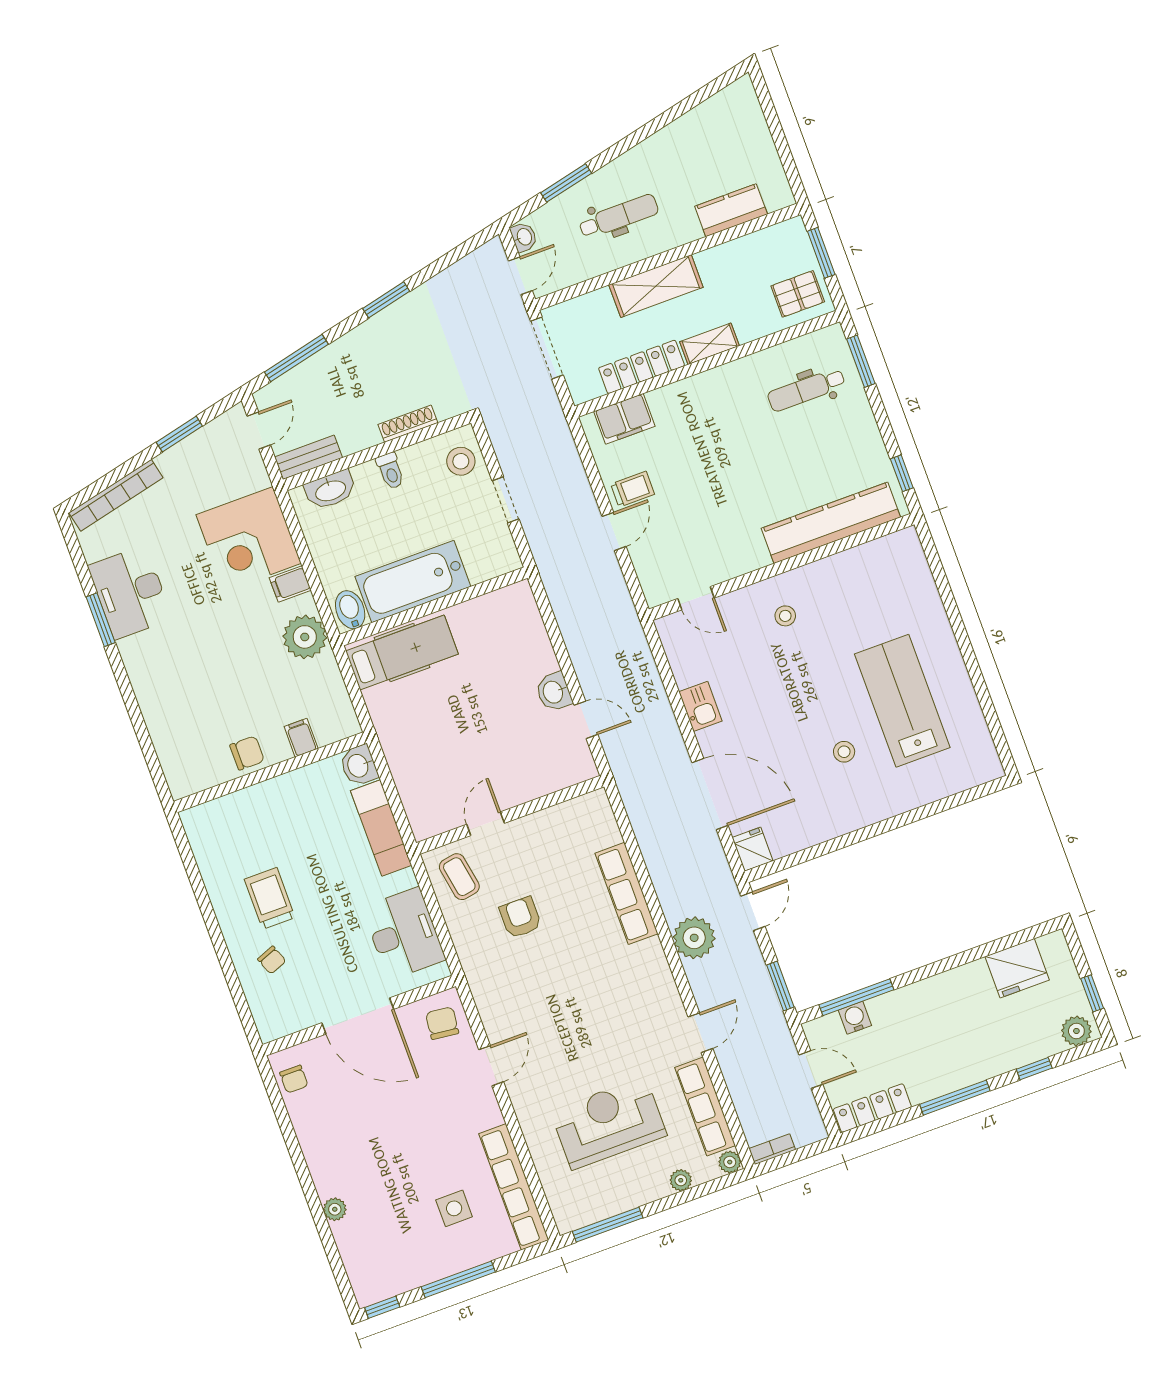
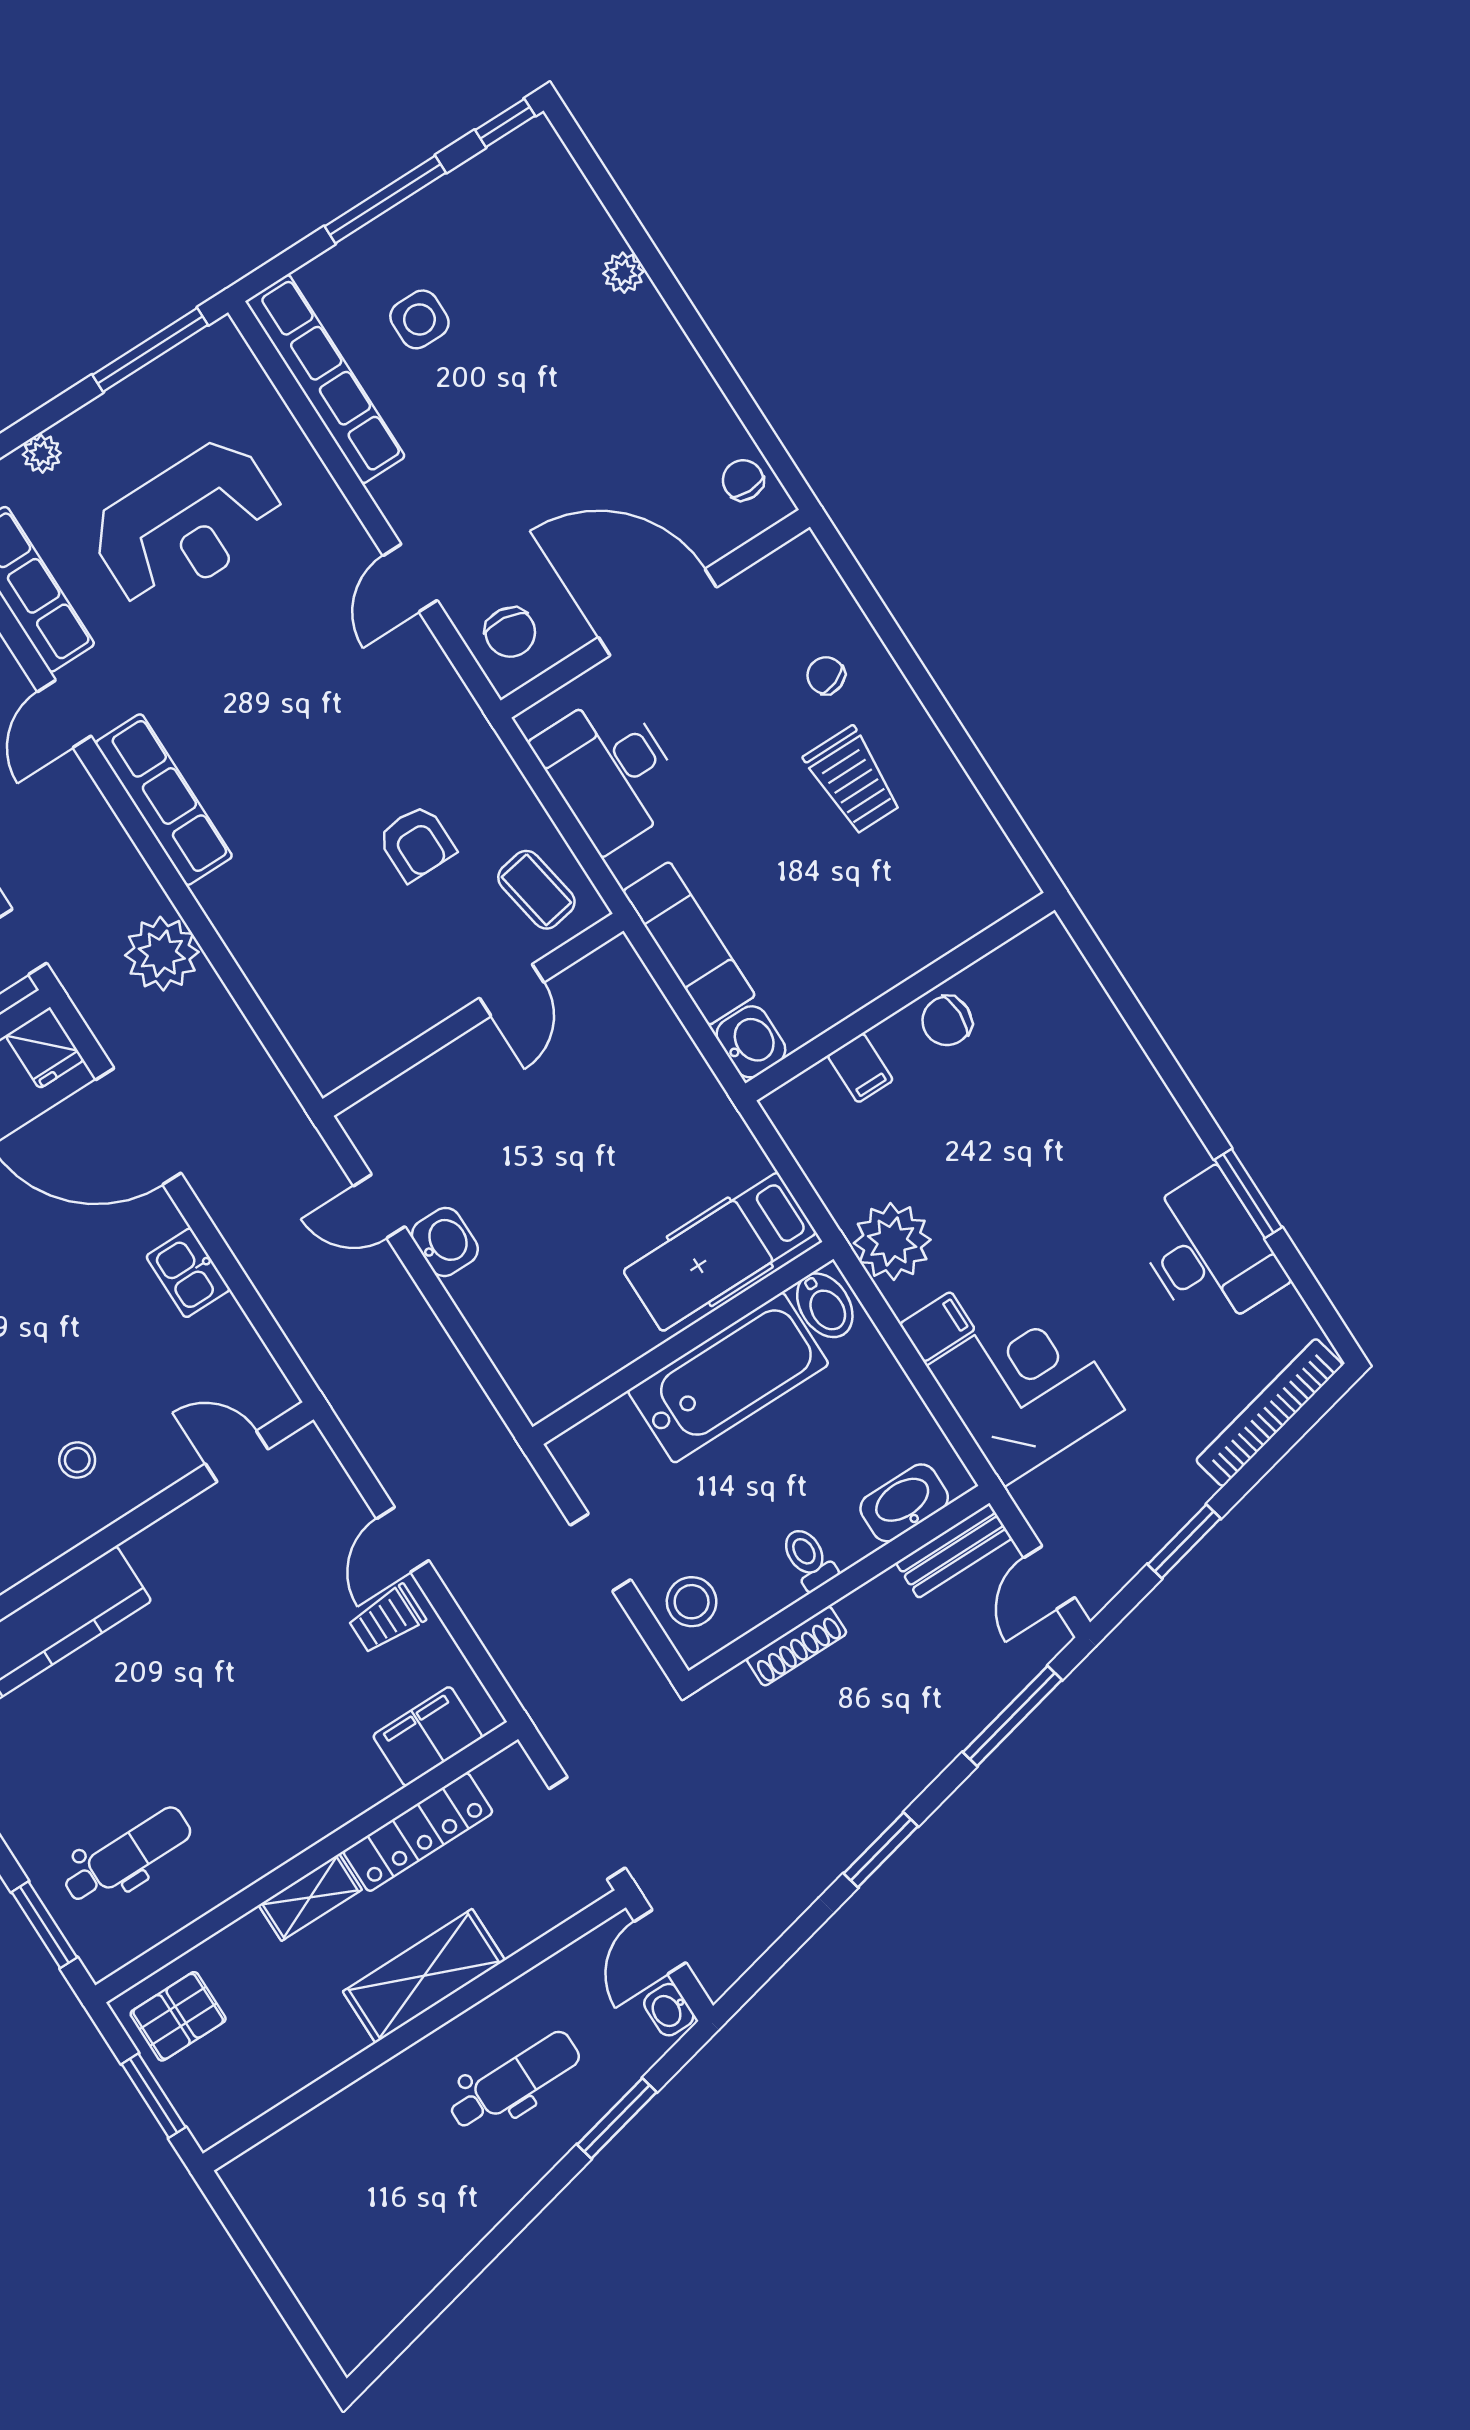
kitchen counter: (731, 210) -> (324, 2134), removed
dental chair: (619, 216) -> (514, 2081), turned 180
row of seats: (627, 893) -> (164, 800), moved
plant: (694, 938) -> (162, 954), moved

